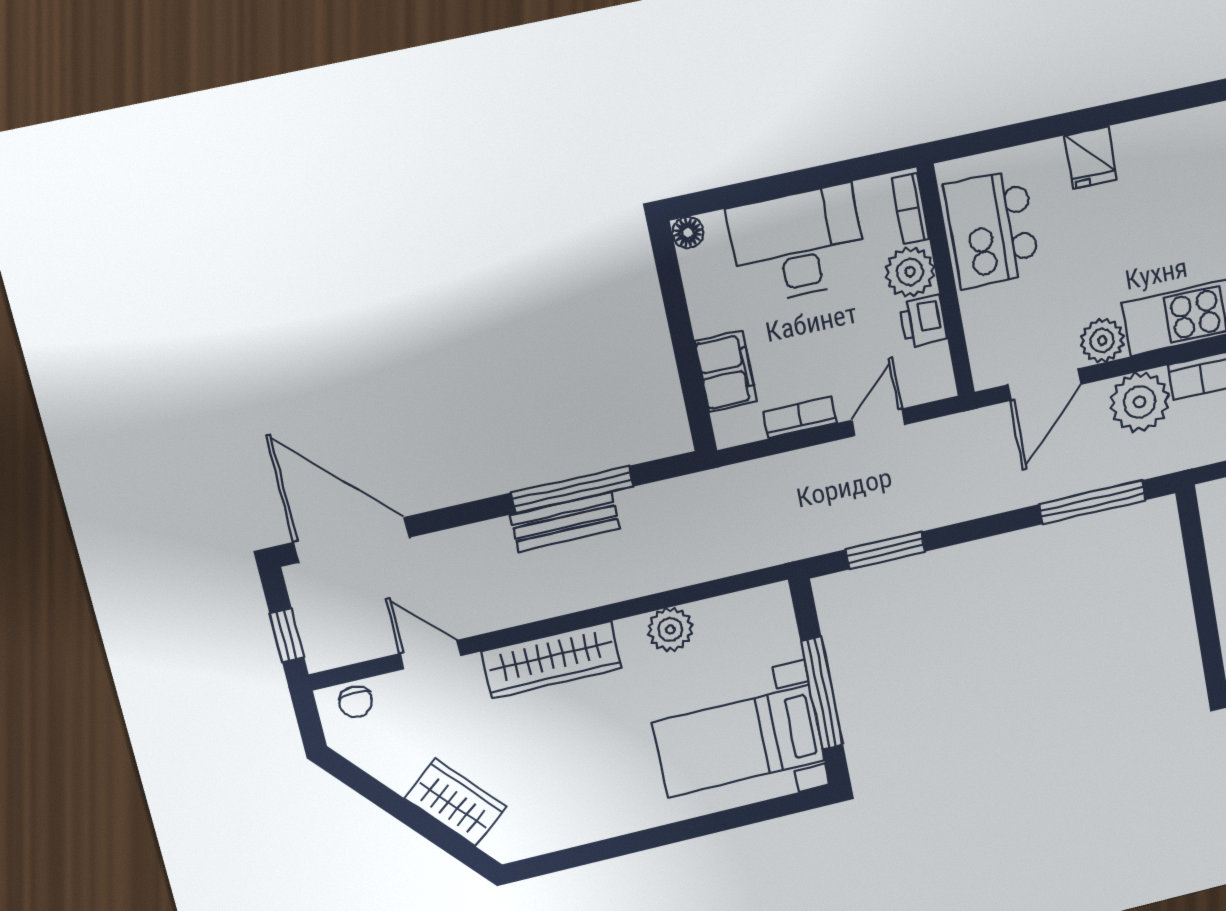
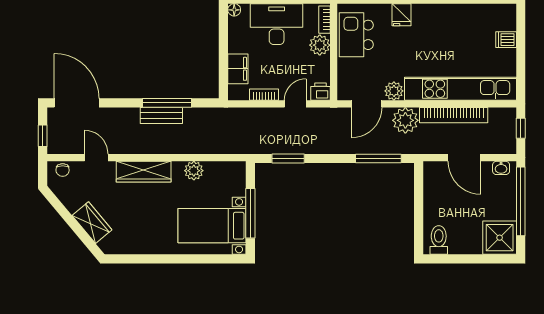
printer: (923, 321) -> (320, 92), moved, turned 90

